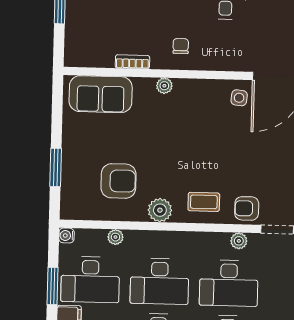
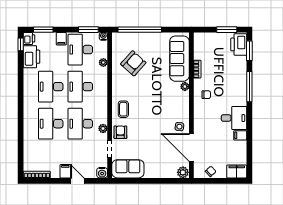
sofa: (101, 94) -> (179, 59), width x1.36
window: (56, 167) -> (140, 30), width x2.11
armchair: (118, 181) -> (133, 63), turned -138
plant: (160, 210) -> (118, 86), removed
window: (52, 286) -> (88, 30), moved

